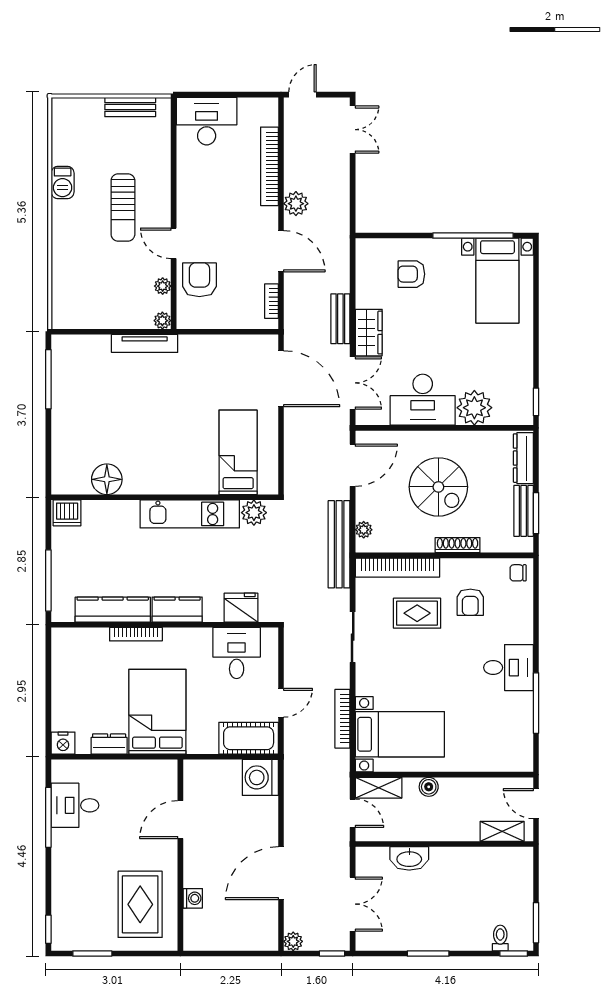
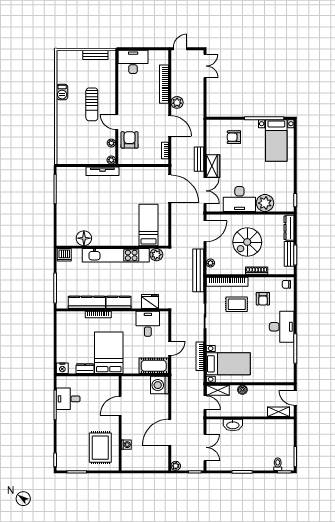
spiral stairs: (438, 487) -> (247, 242), turned 90
kitchen unit: (190, 514) -> (116, 255), width x1.36
desk: (508, 668) -> (282, 327), width x1.37

